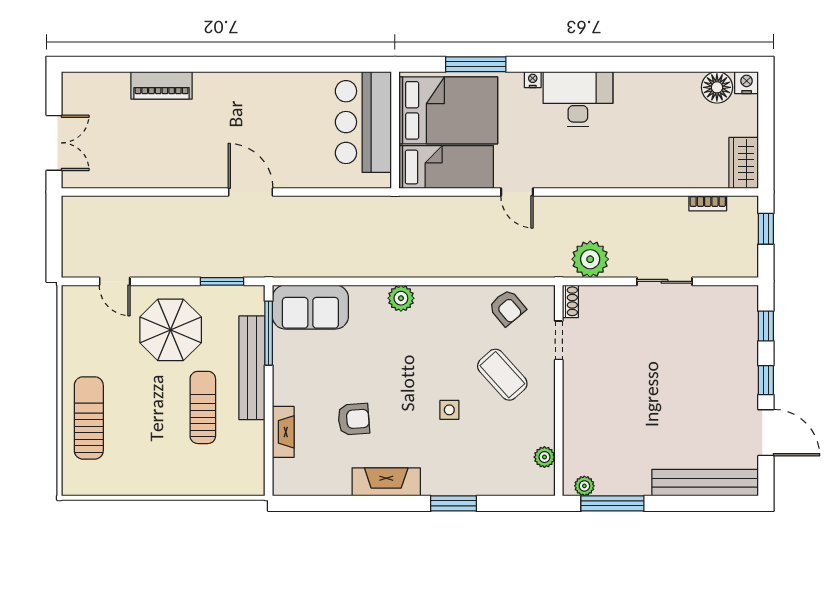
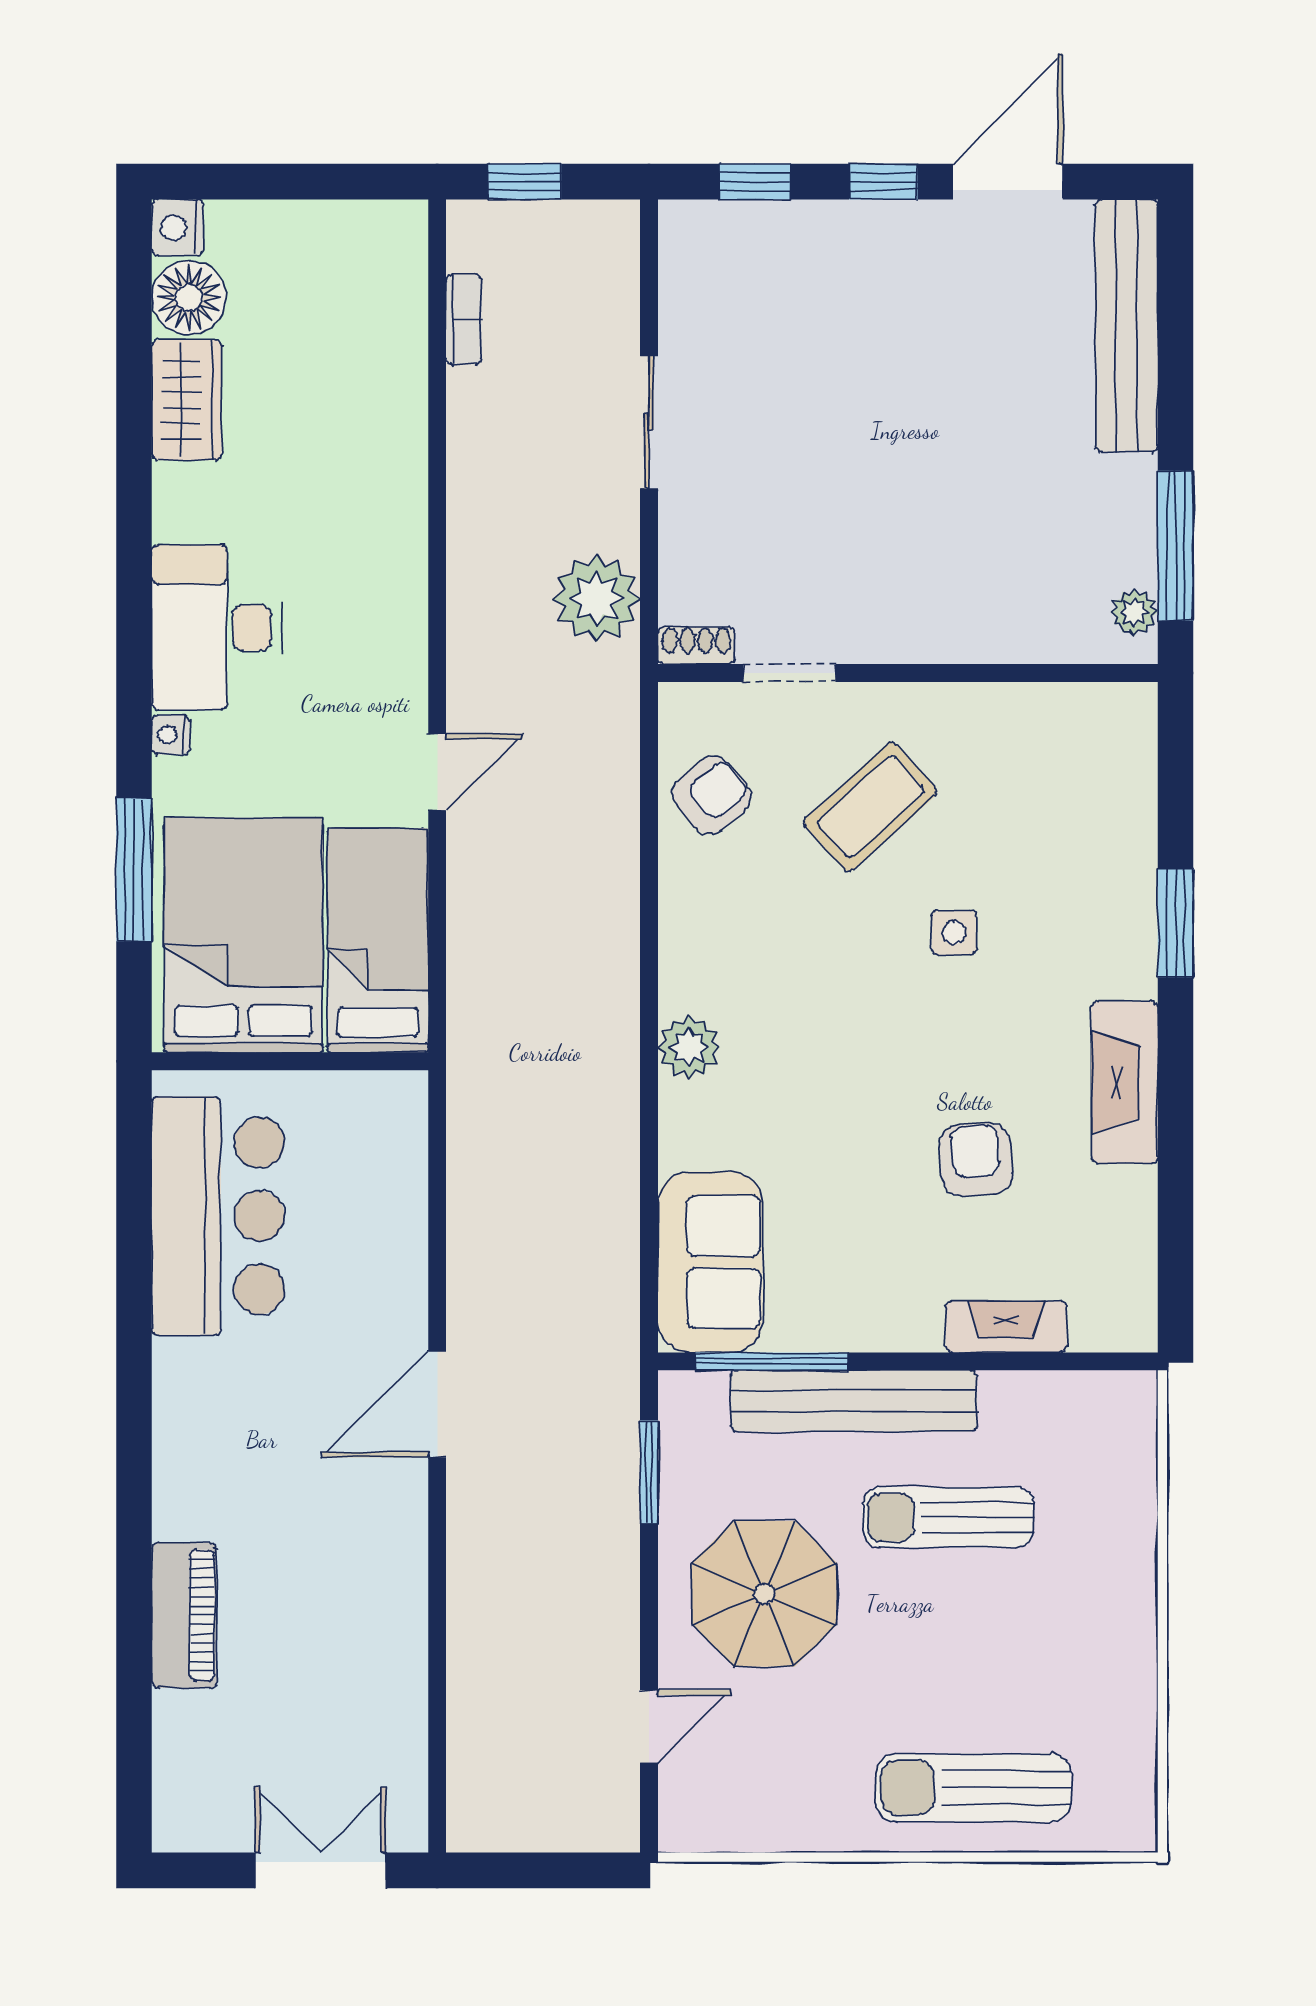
bar counter: (363, 122) -> (218, 1216), moved, turned -90
wardrobe: (744, 163) -> (187, 400), moved, turned -90
plant: (544, 457) -> (1066, 707), removed

